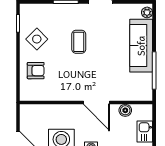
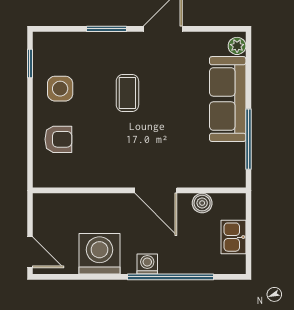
side table: (37, 39) -> (60, 89), turned 45

